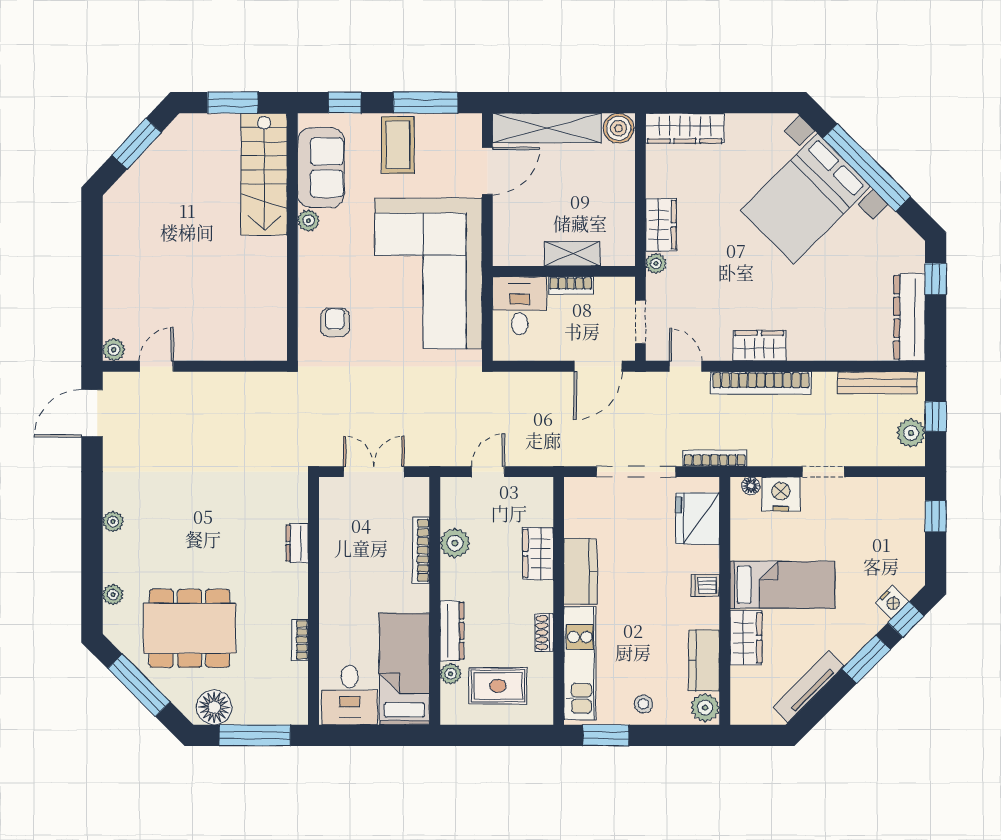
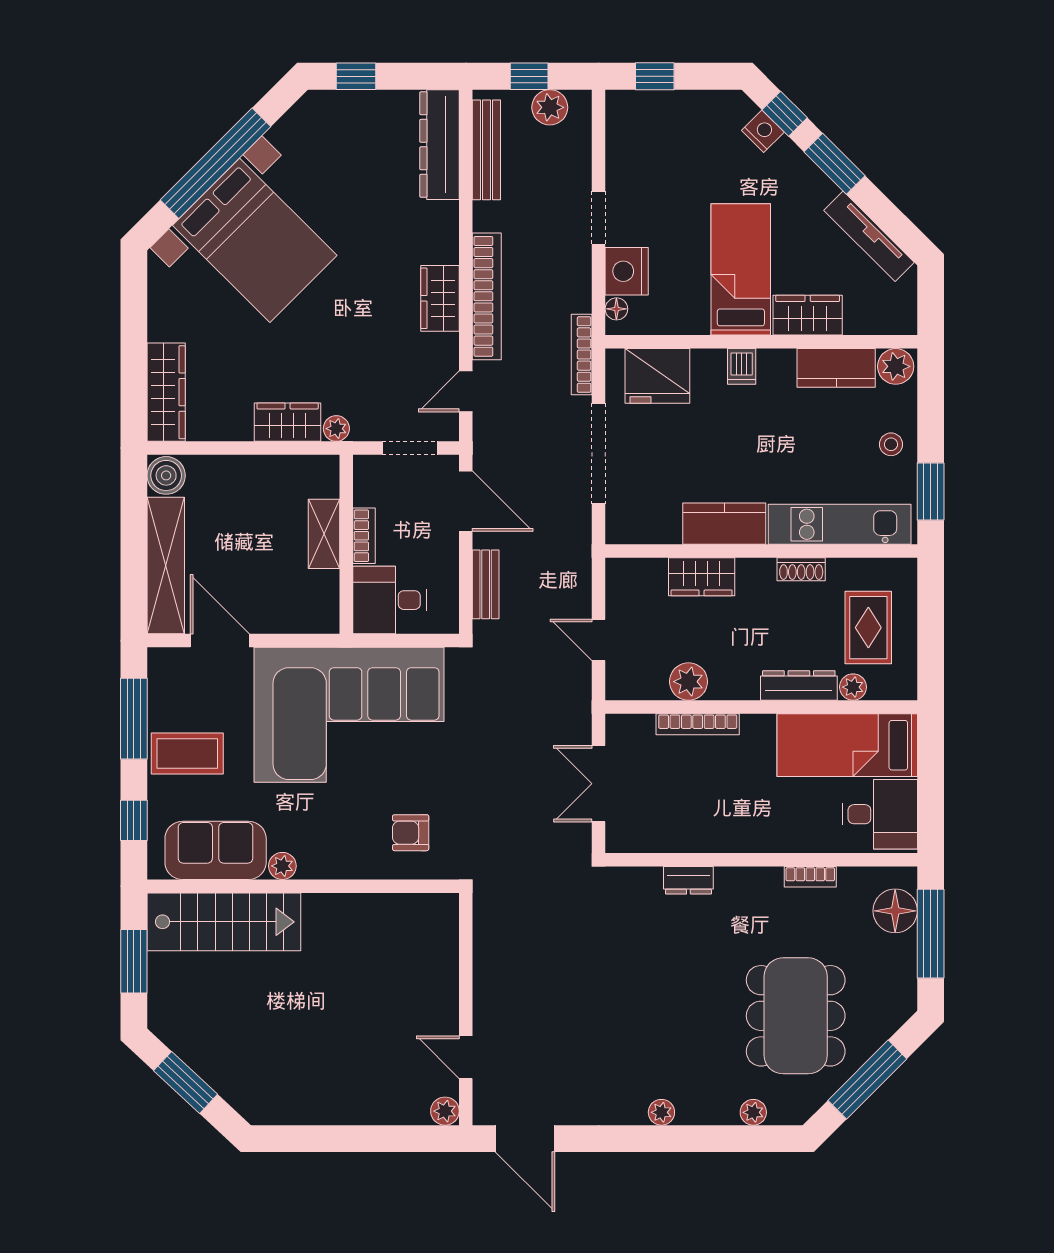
dresser: (910, 317) -> (440, 145), moved, turned 90
bench: (532, 382) -> (486, 584), added
floor lamp: (214, 707) -> (895, 911), moved

